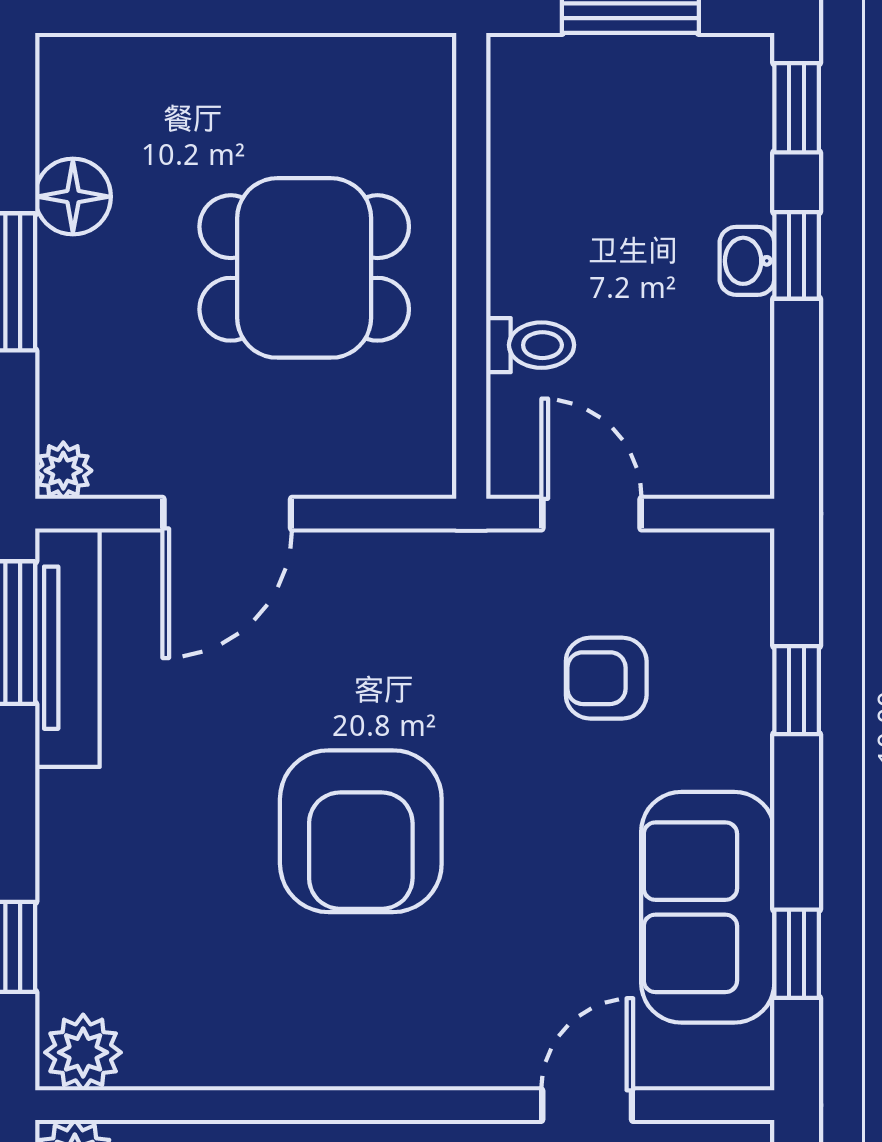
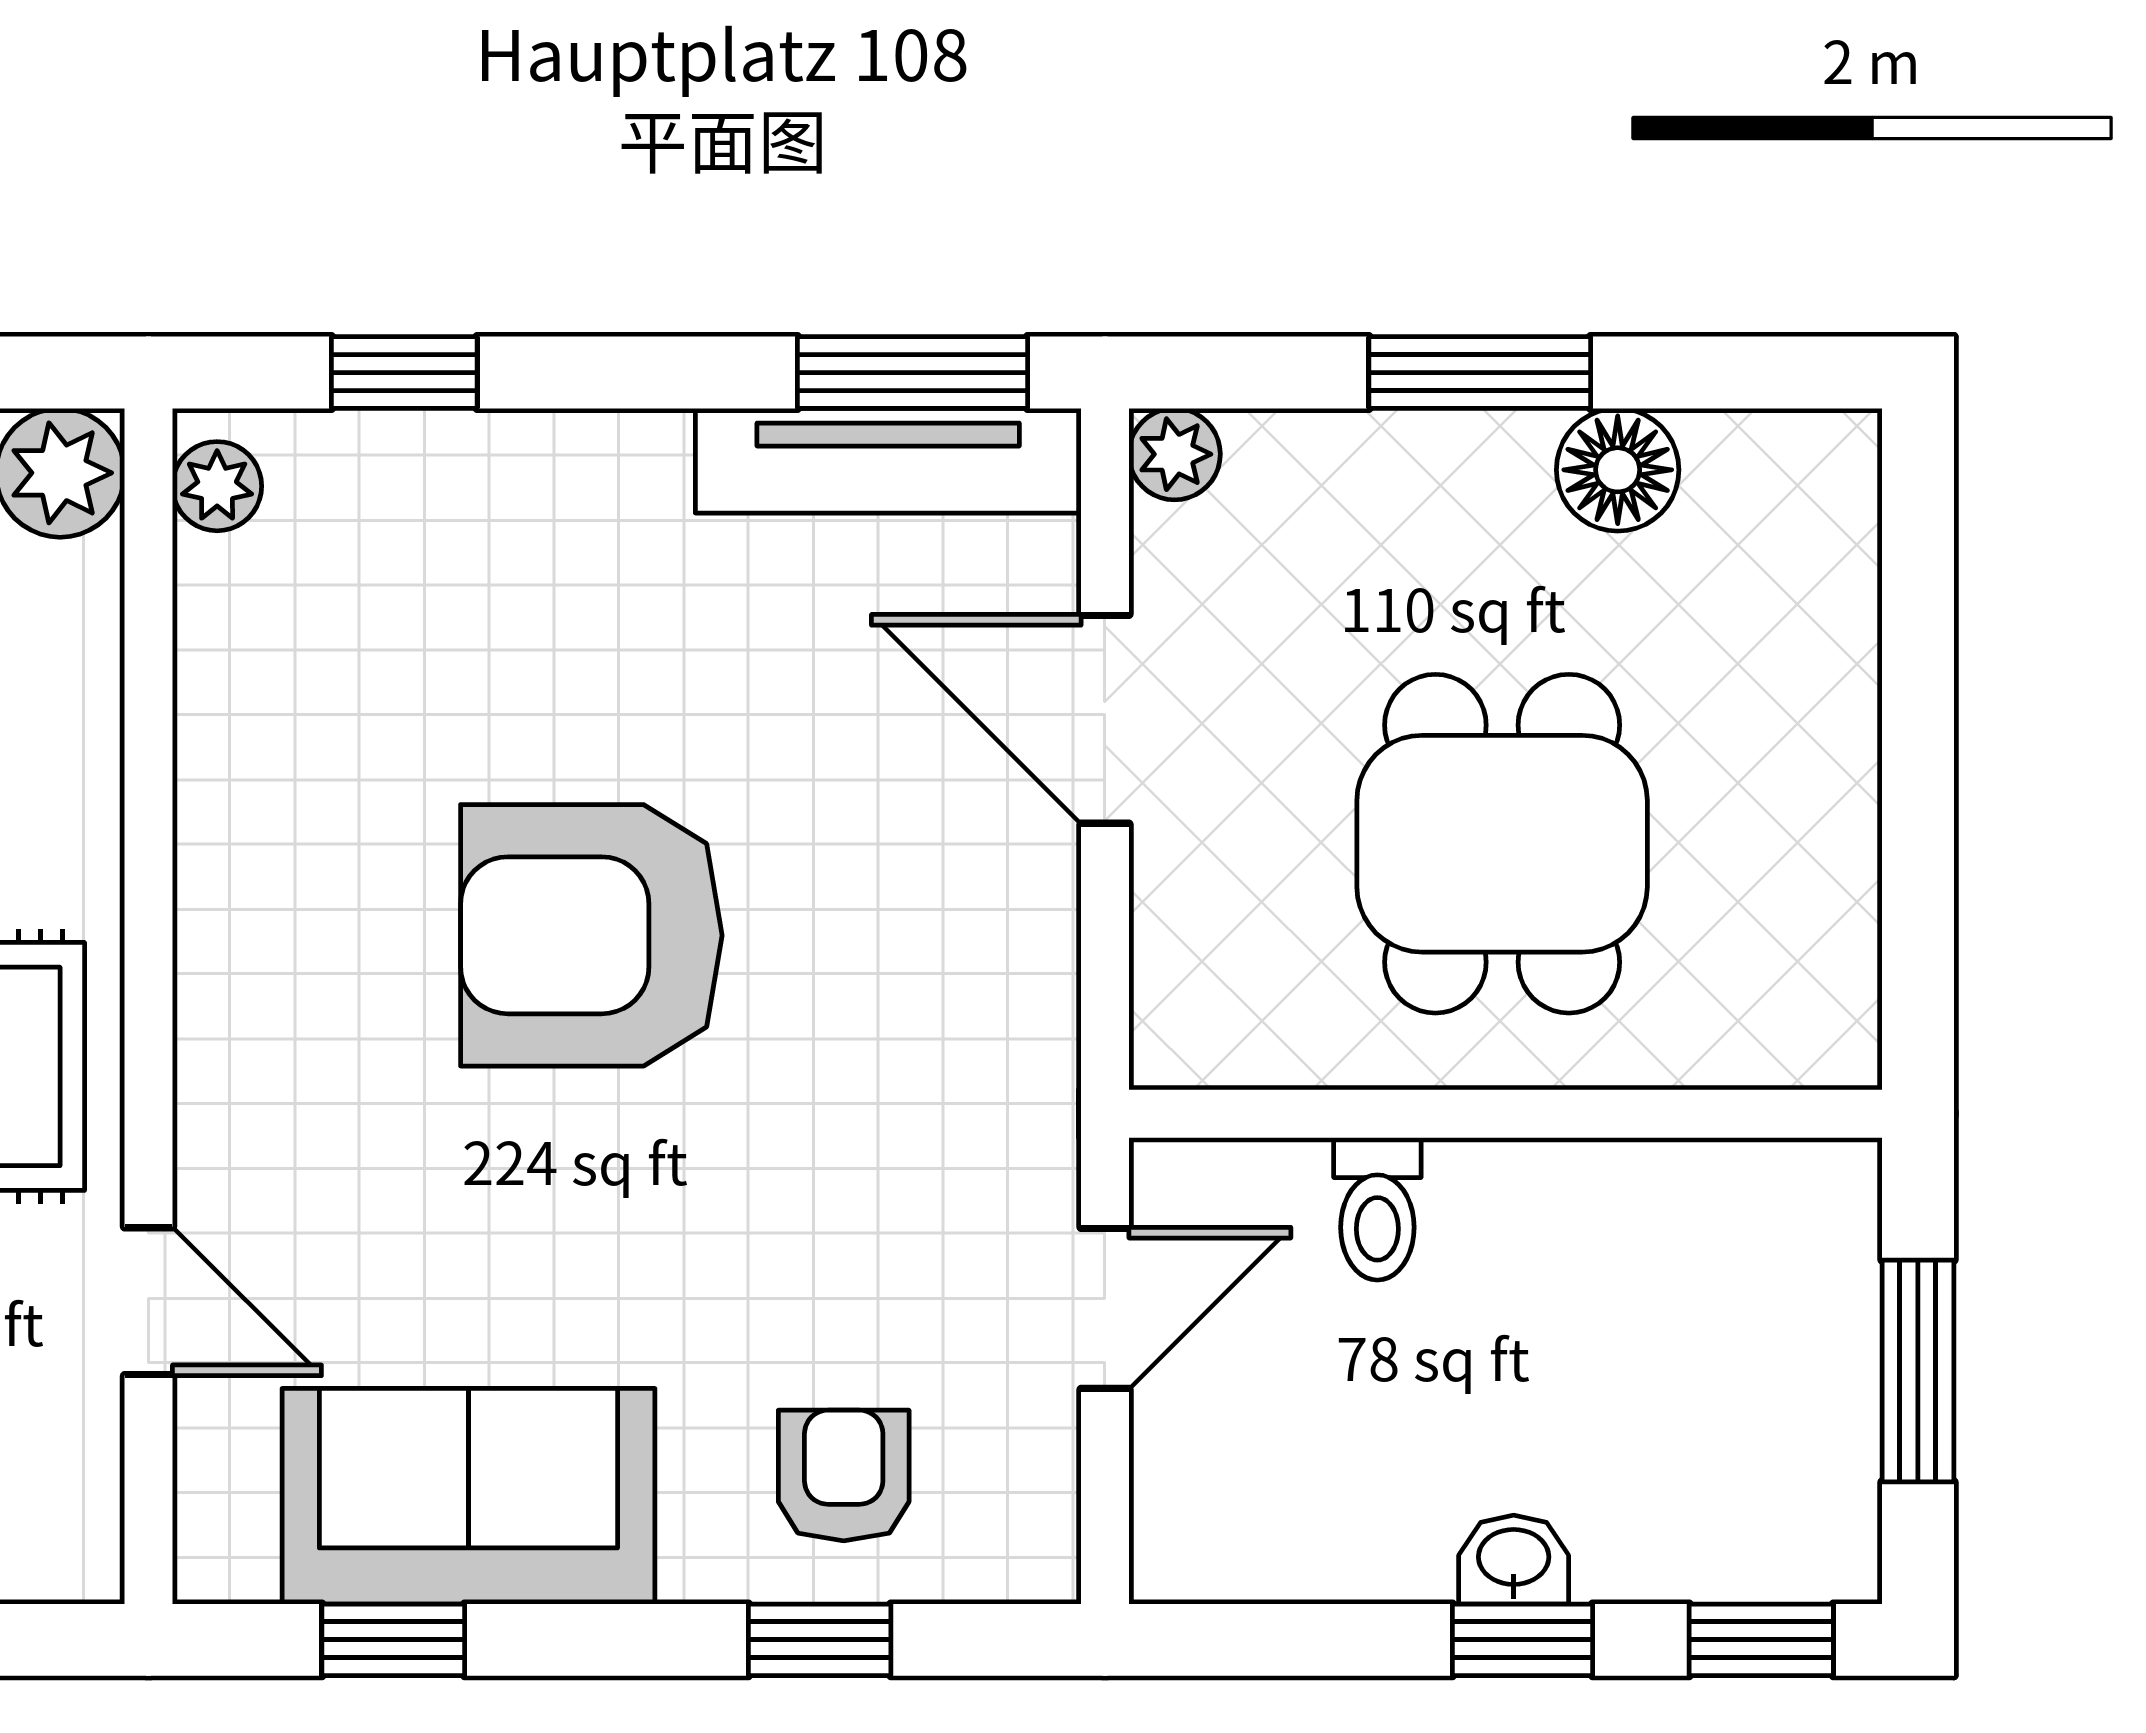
armchair: (606, 678) -> (844, 1476), moved
plant: (83, 1052) -> (217, 486), width x0.73, depth x0.73

